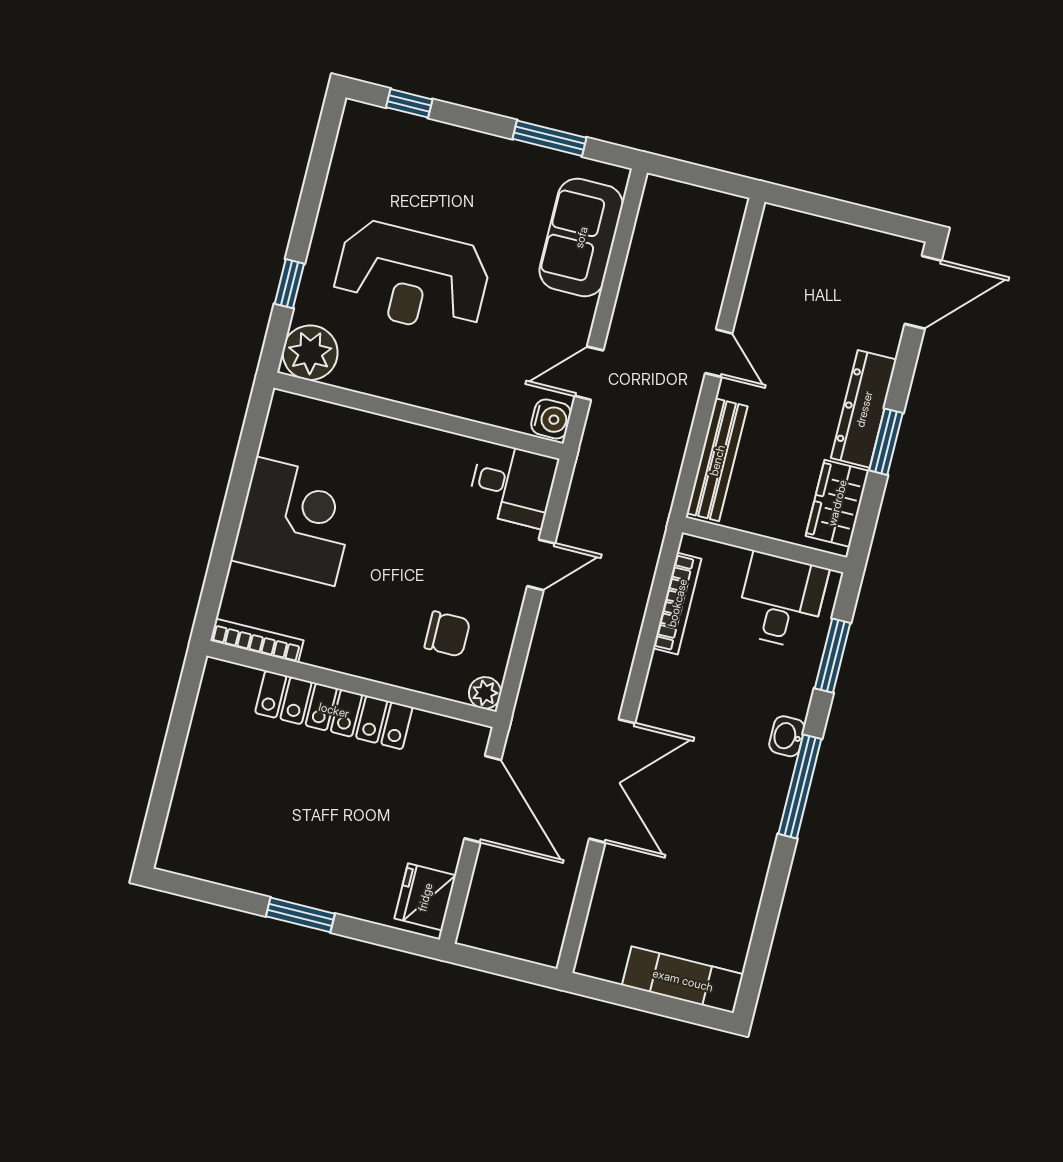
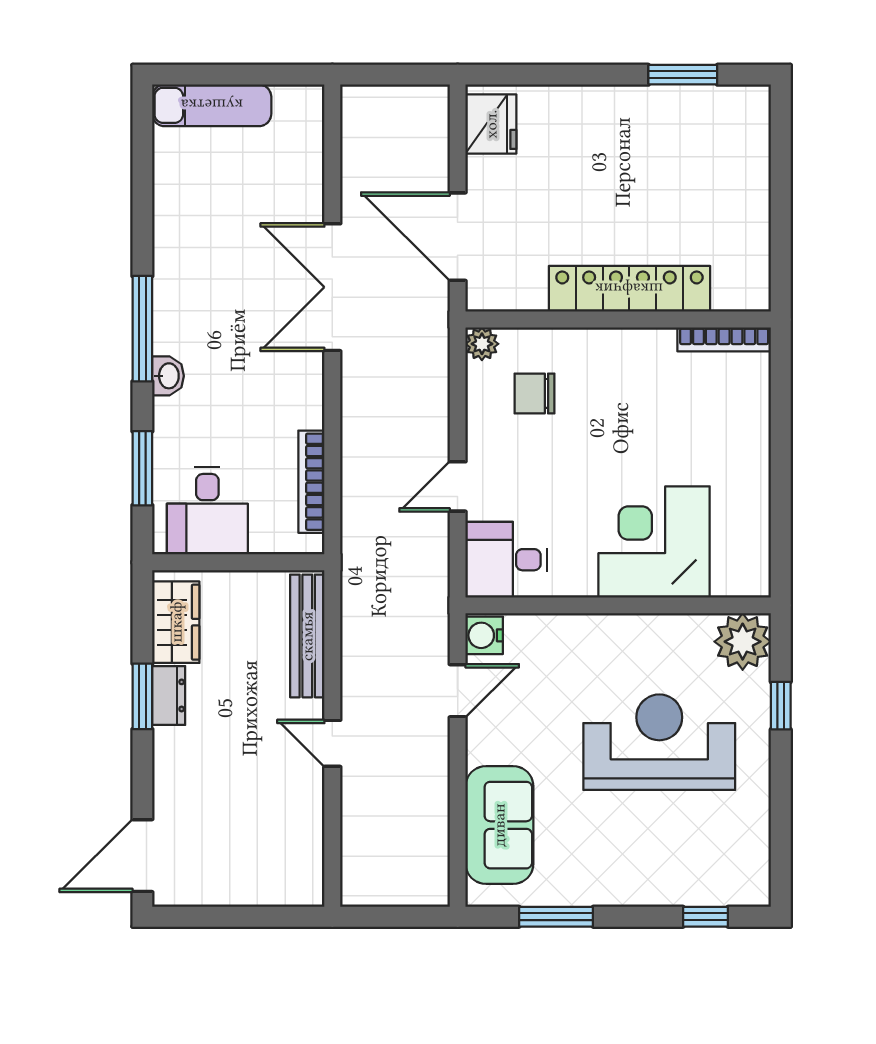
dresser: (864, 409) -> (169, 695), width x0.51, depth x0.80
corner desk: (295, 521) -> (654, 542), moved, turned 90
window: (300, 915) -> (683, 75), moved

